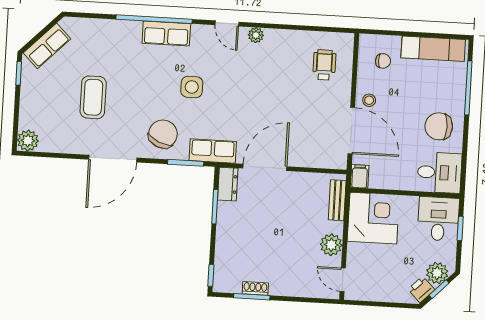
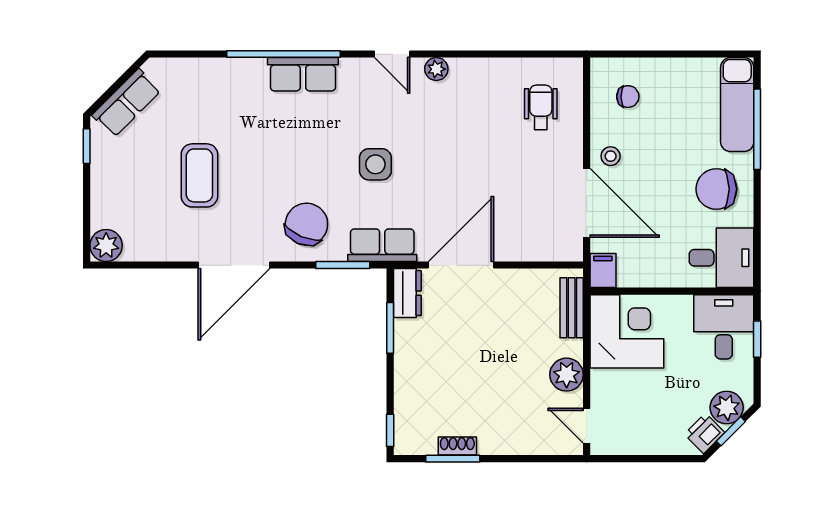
exam couch: (433, 49) -> (737, 105), moved, turned 90
side table: (192, 87) -> (375, 164), moved

